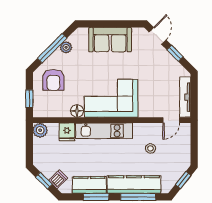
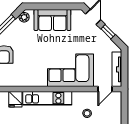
plant: (66, 47) -> (24, 17), moved
corner sofa: (111, 98) -> (70, 70), moved
floor lamp: (77, 111) -> (24, 81), removed

